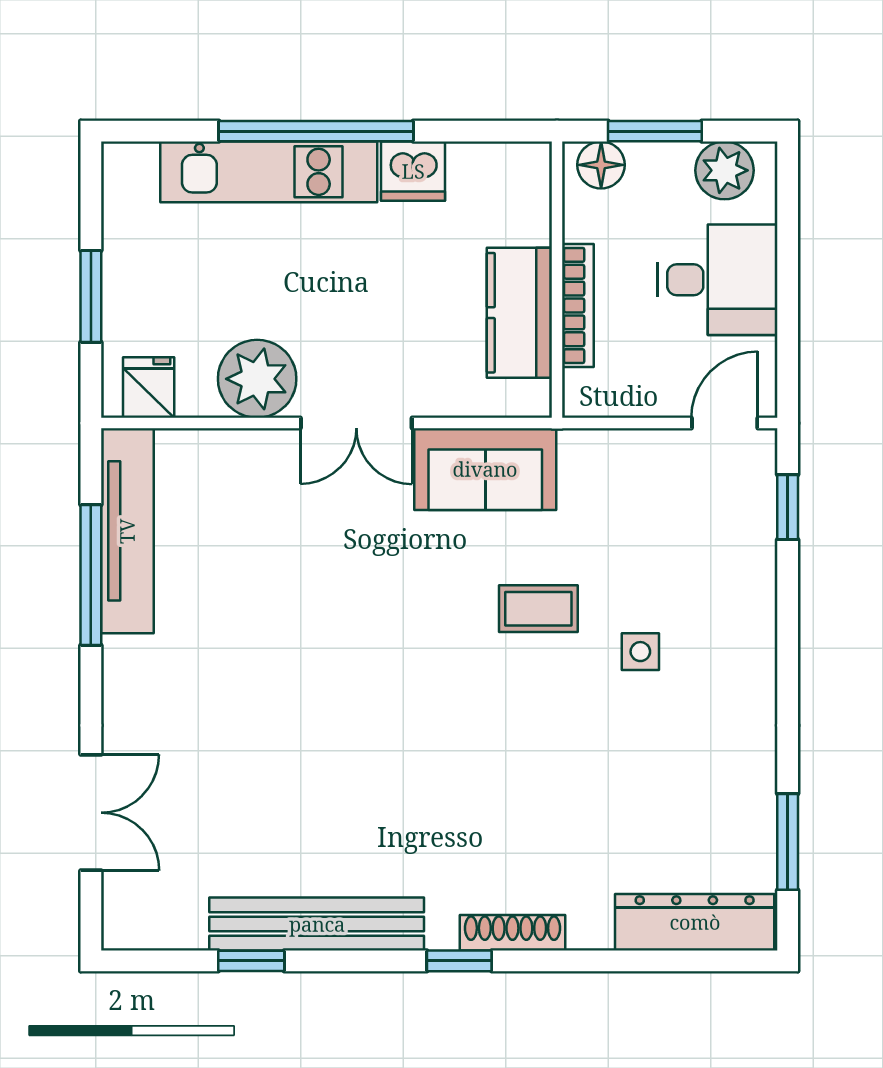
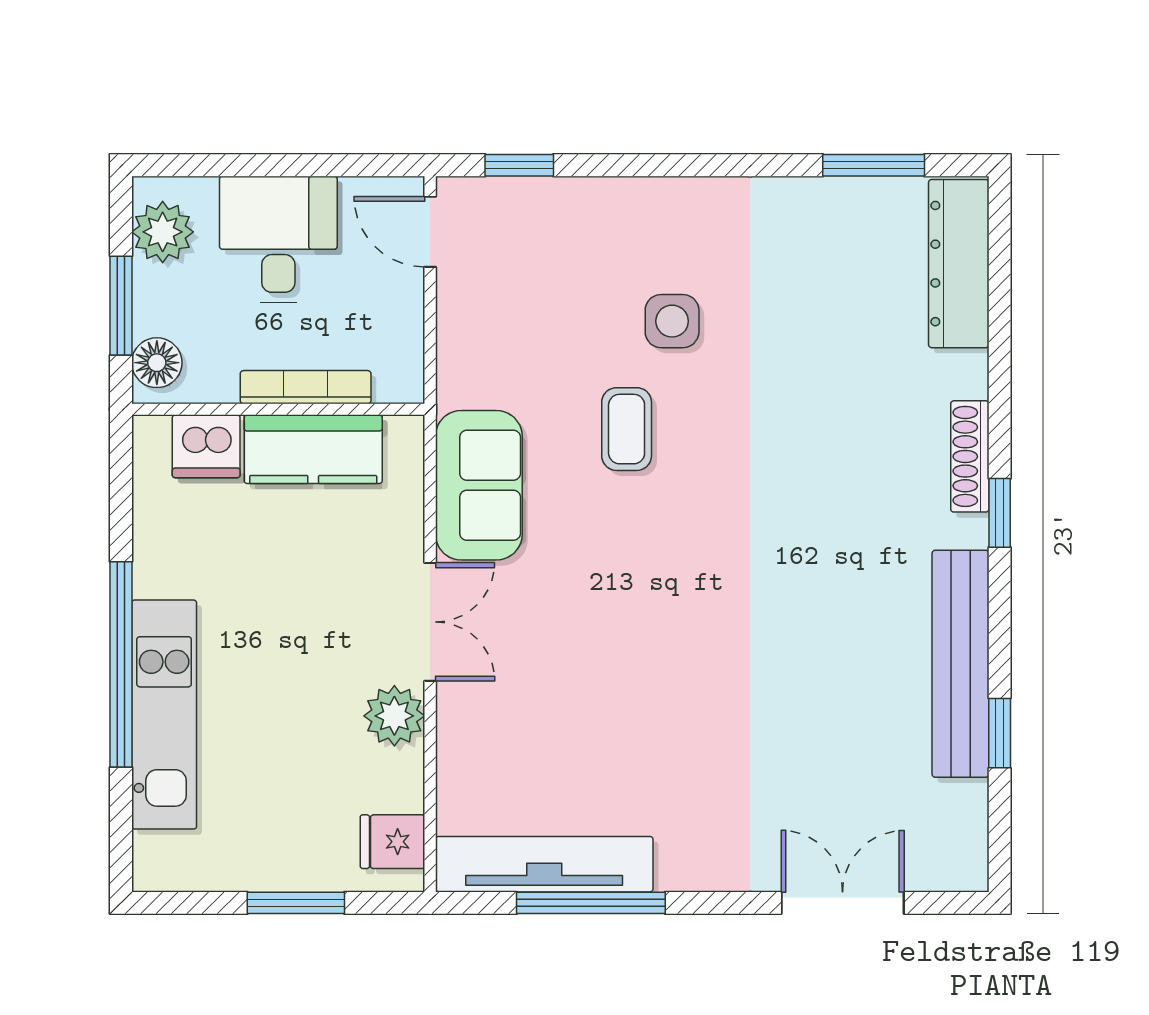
dishwasher: (413, 171) -> (206, 446), moved, turned 90
plant: (257, 379) -> (394, 716), width x0.73, depth x0.73
side table: (640, 652) -> (672, 321), width x1.37, depth x1.37

